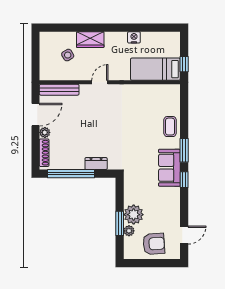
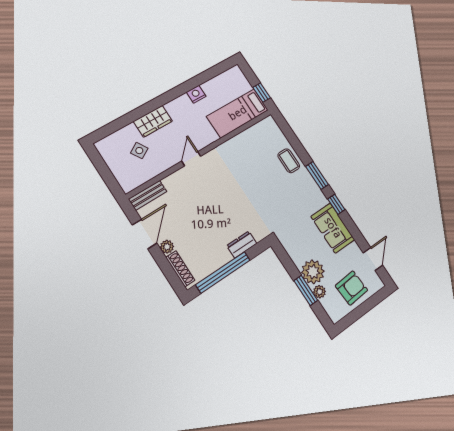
bench: (59, 90) -> (148, 195), width x0.73
sofa: (169, 168) -> (333, 228), moved

